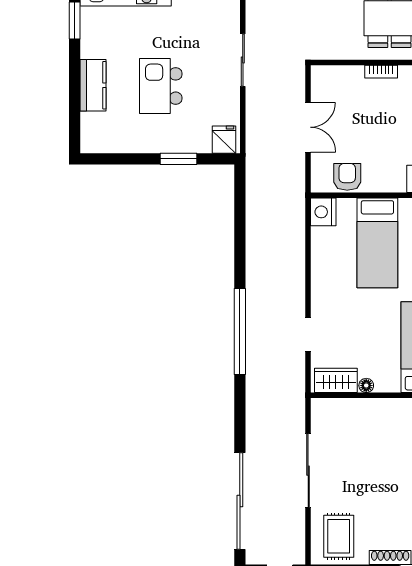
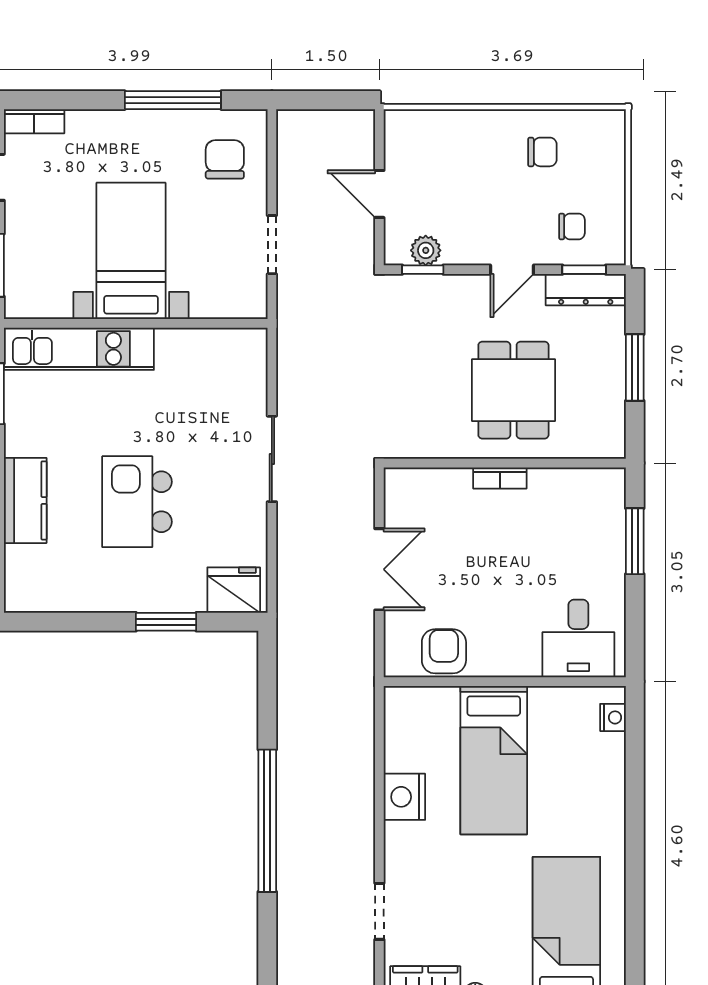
fridge: (224, 140) -> (234, 590), width x1.38
nightstand: (323, 212) -> (404, 797), moved
window: (240, 332) -> (267, 821), moved

